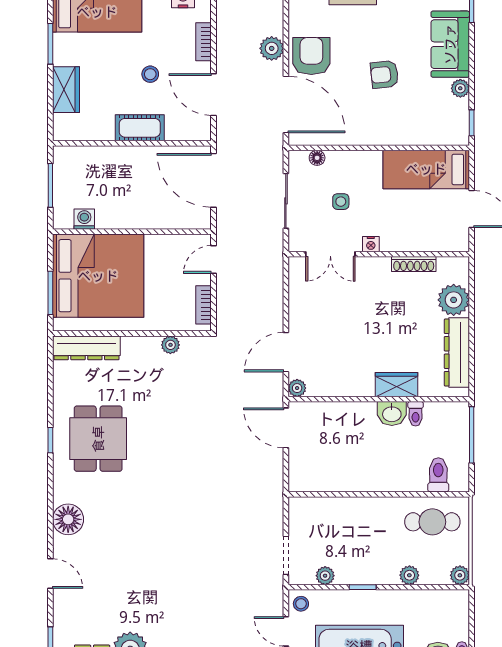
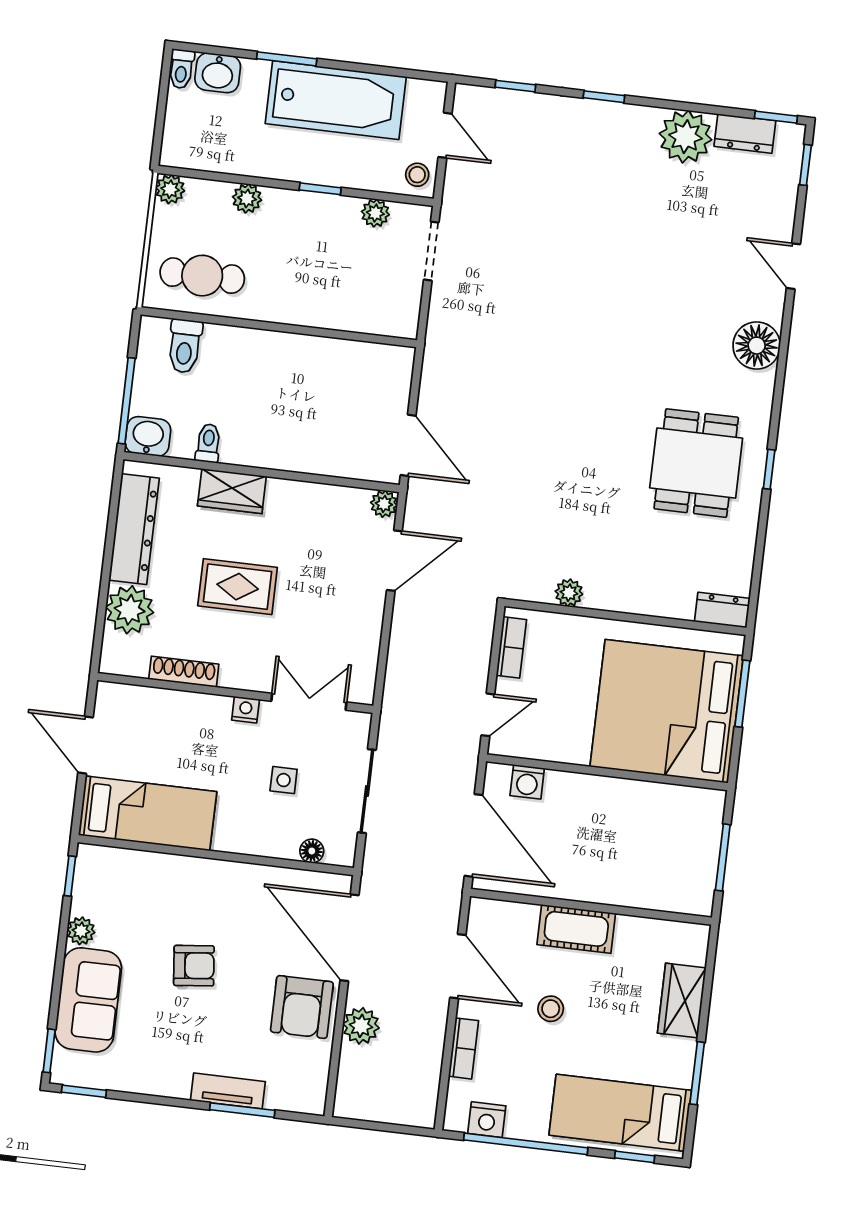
washing machine: (84, 219) -> (527, 782), moved
rug: (385, 323) -> (238, 587), added
dresser: (86, 348) -> (722, 610), width x0.51, depth x0.80
washbasin: (392, 414) -> (148, 436), moved

